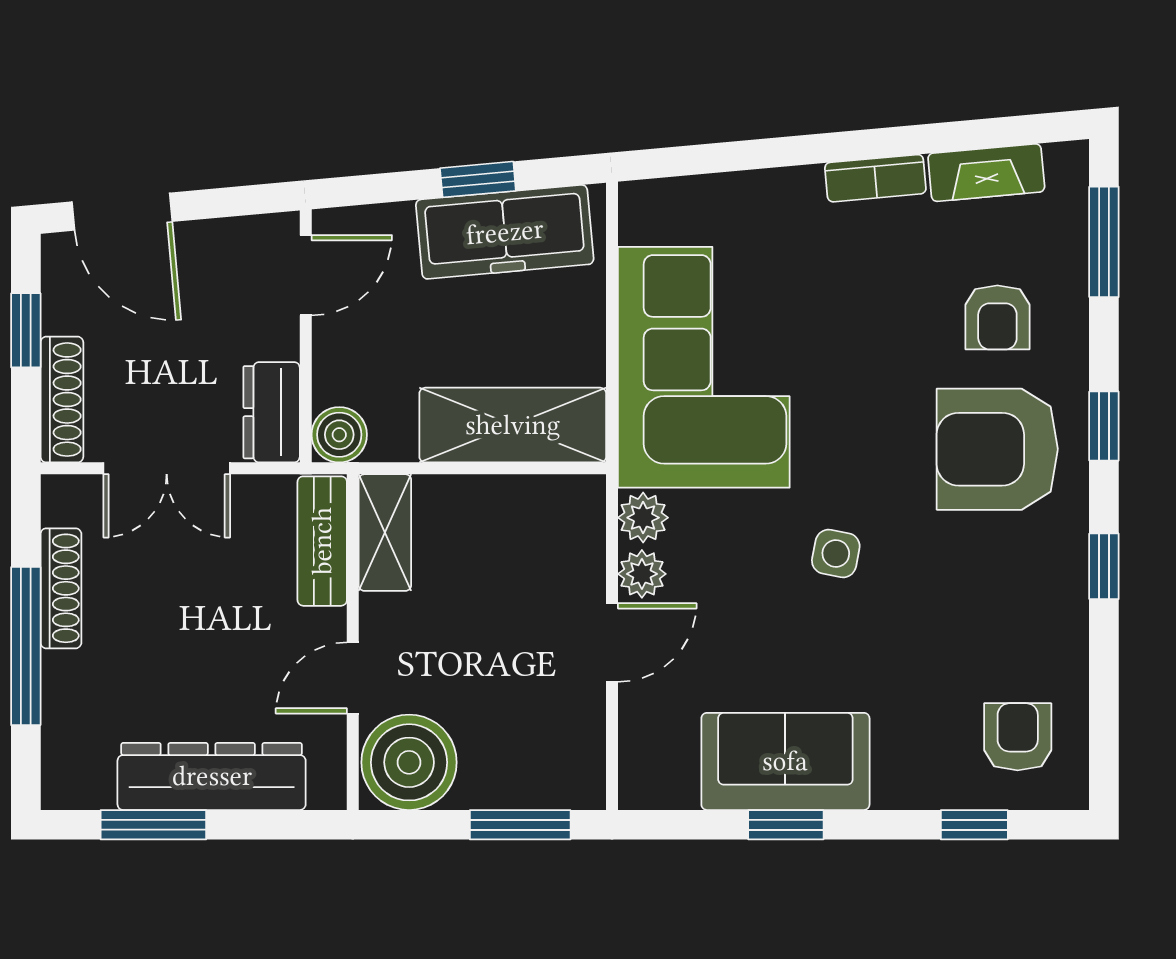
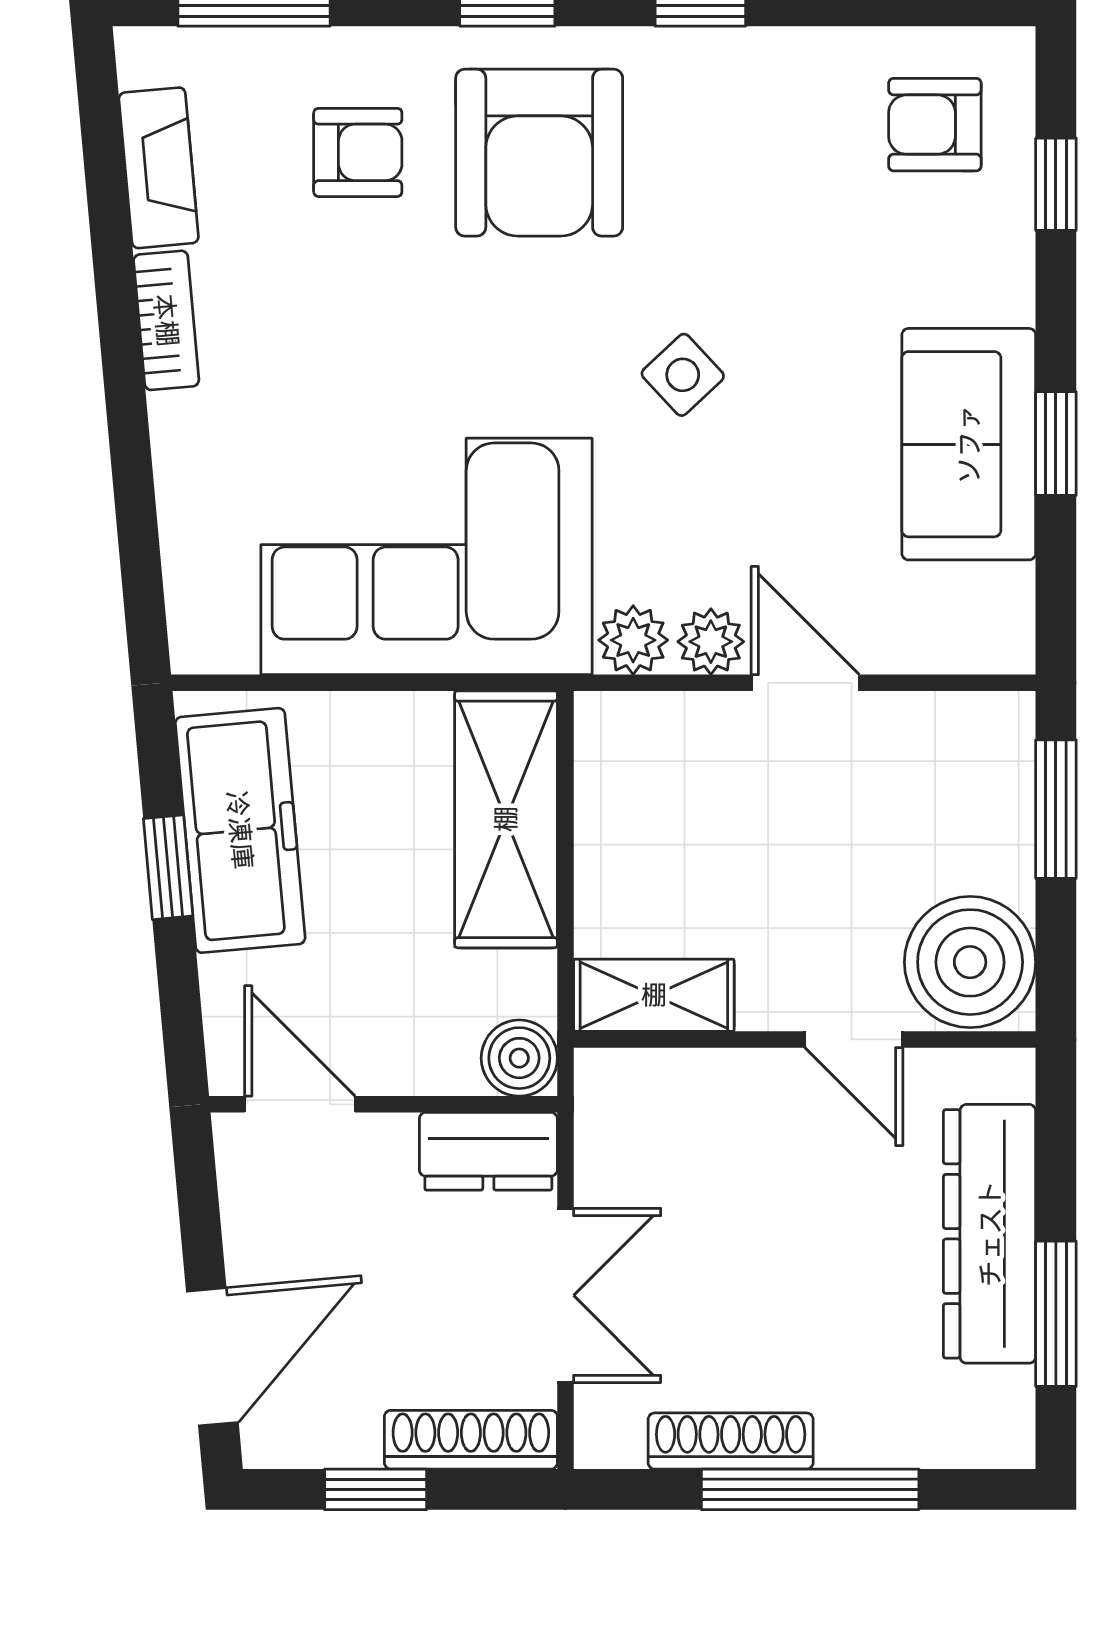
bench: (322, 541) -> (666, 1082), removed
side table: (836, 553) -> (683, 375), turned 36

